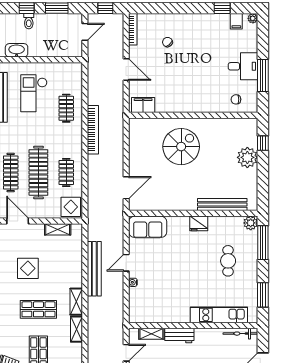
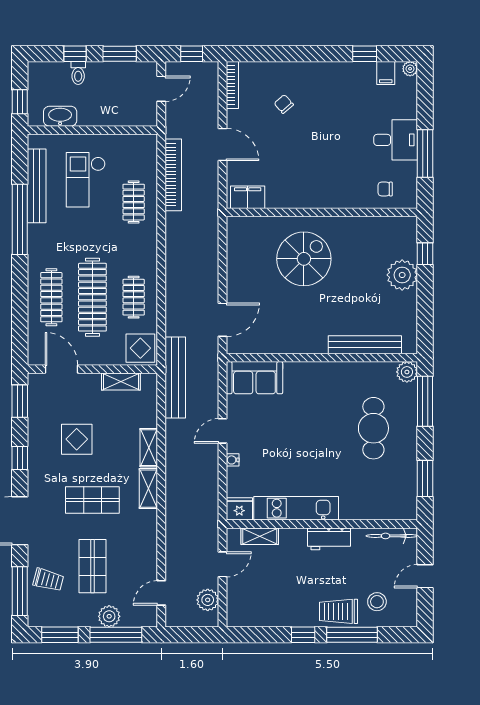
bookcase: (93, 130) -> (173, 175), moved
fridge: (199, 223) -> (239, 509), moved, turned 180
cafe table: (228, 261) -> (373, 428), width x1.37, depth x1.35
bench: (94, 269) -> (175, 378), moved
kitchen unit: (219, 315) -> (296, 508), moved
shelving: (76, 329) -> (149, 448), moved
workbench: (179, 335) -> (329, 539), moved

